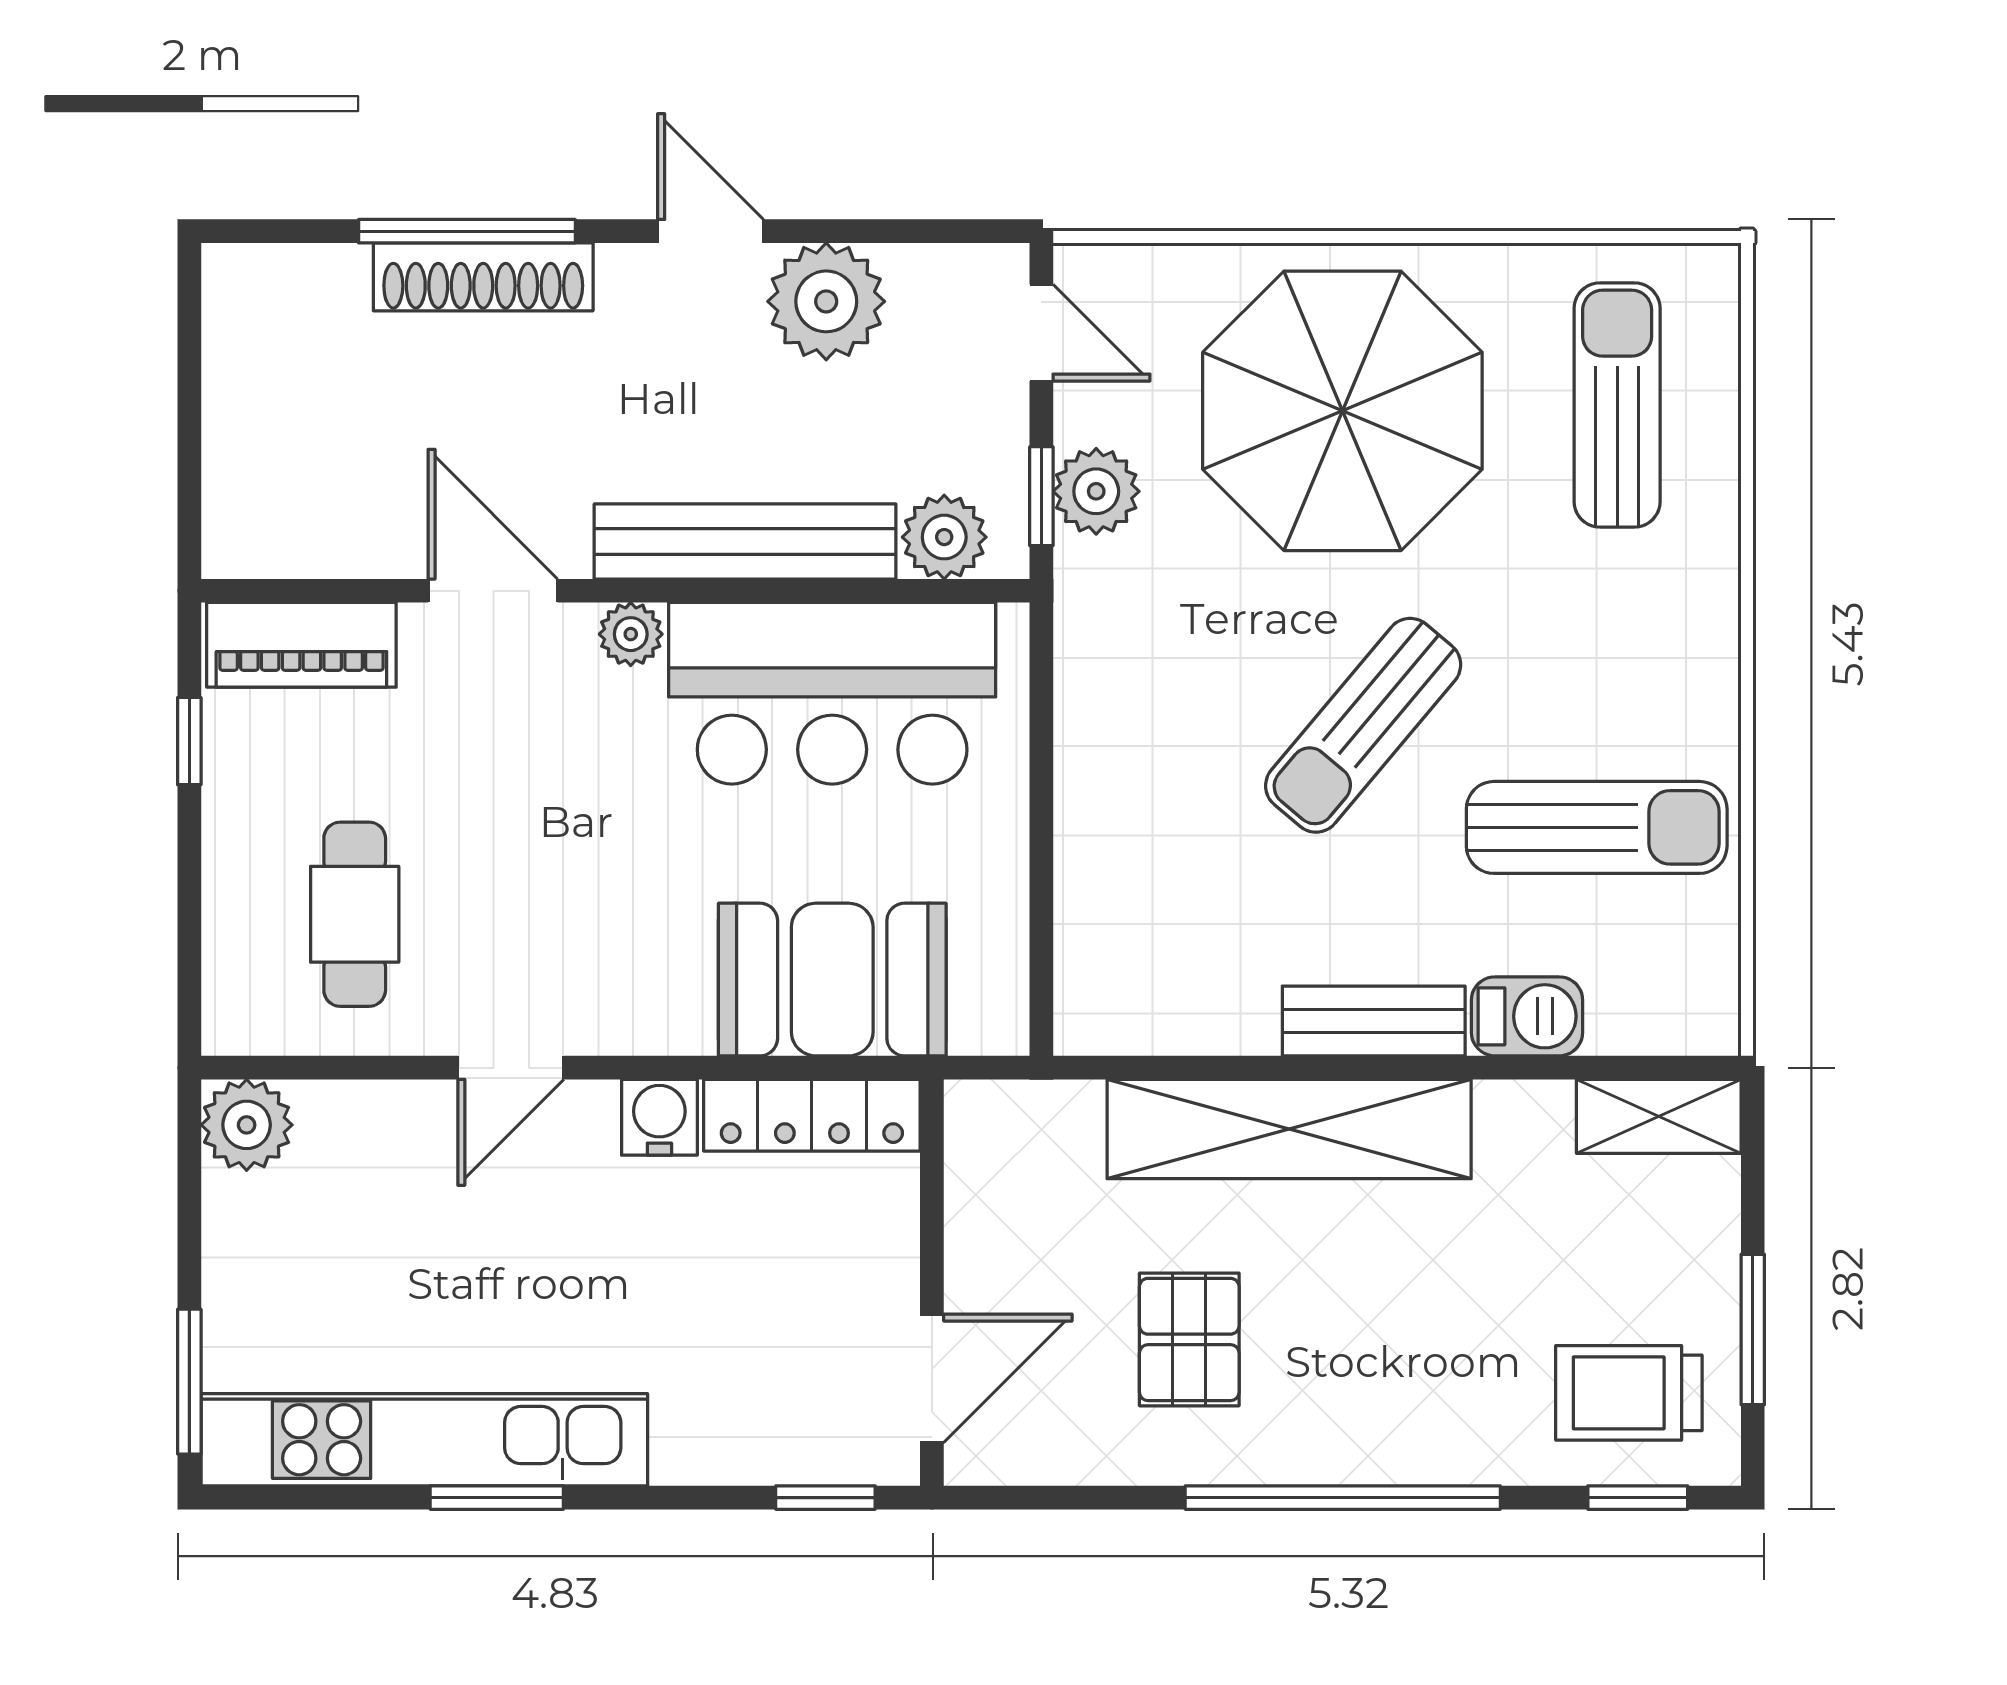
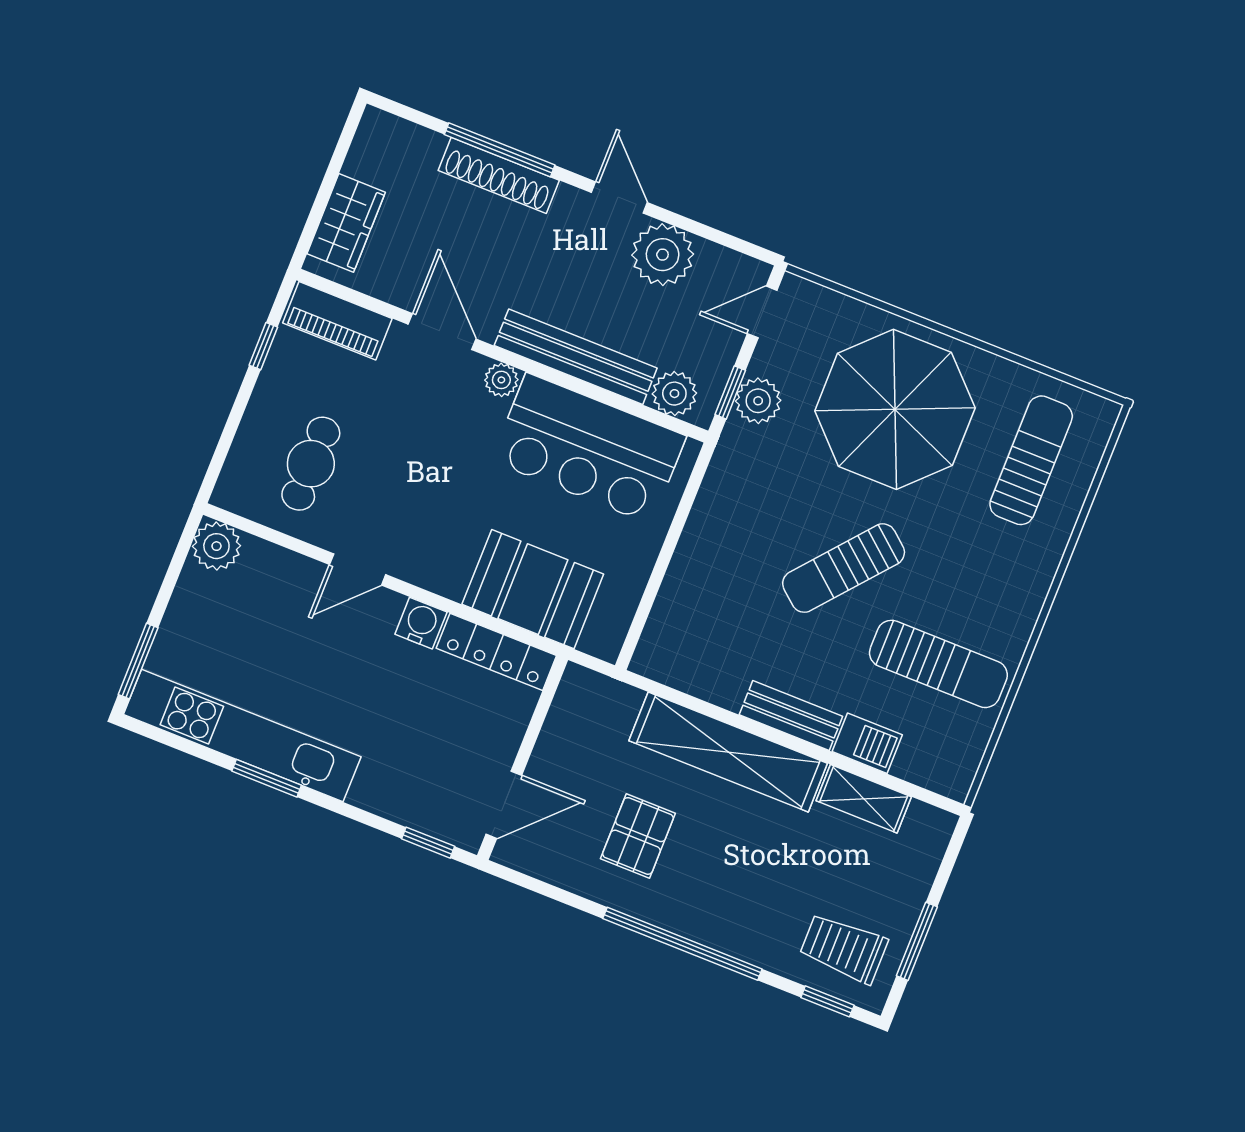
door: (1041, 333) -> (762, 312), swing flipped
wardrobe: (248, 467) -> (346, 223), added
shelving: (1659, 1116) -> (864, 799), moved

